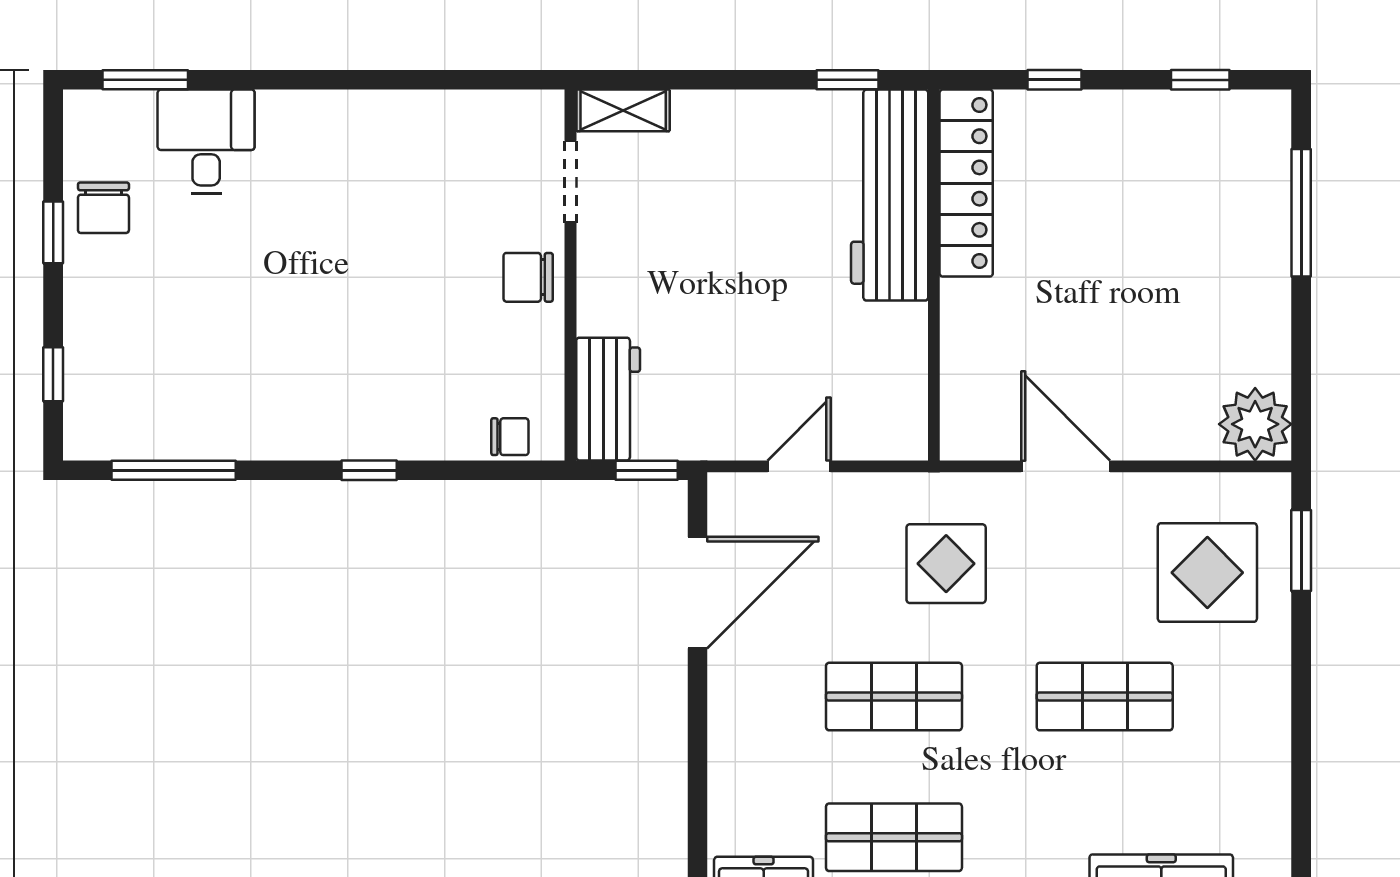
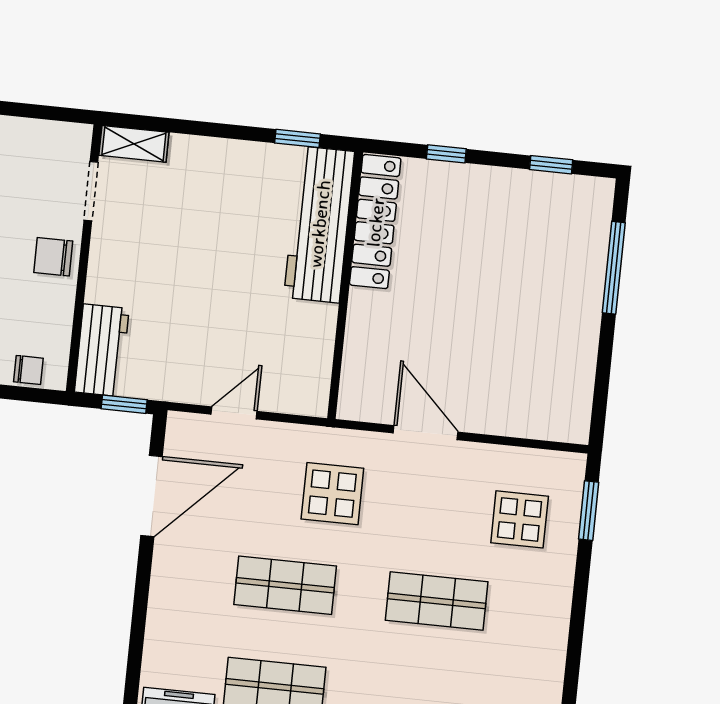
plant: (1255, 424) -> (565, 416), removed
display table: (1207, 573) -> (520, 519), width x0.73, depth x0.73

